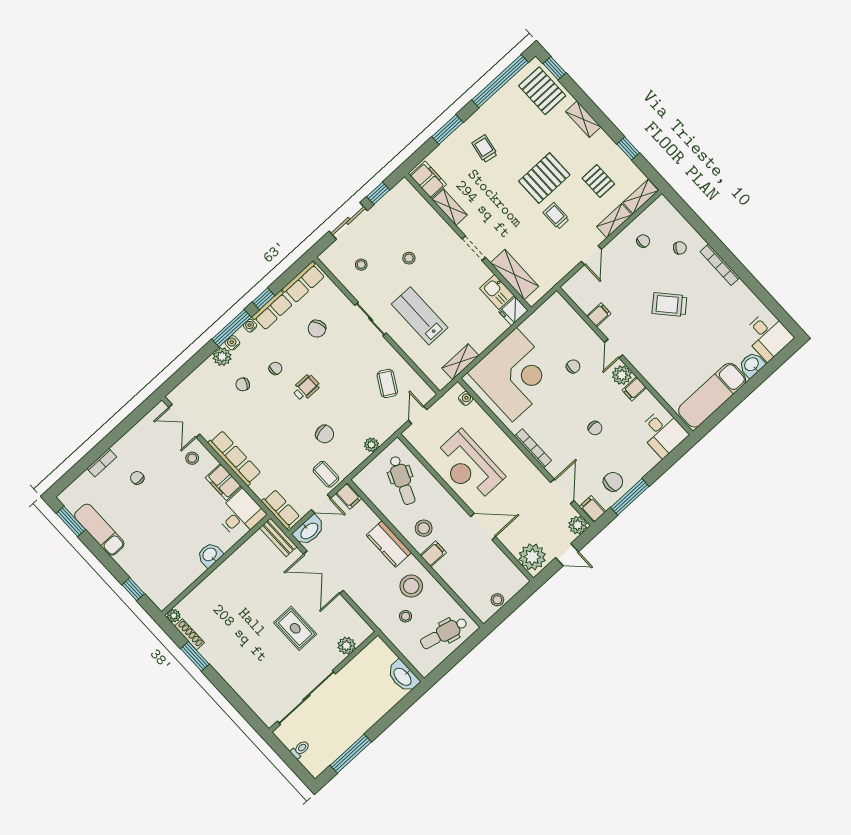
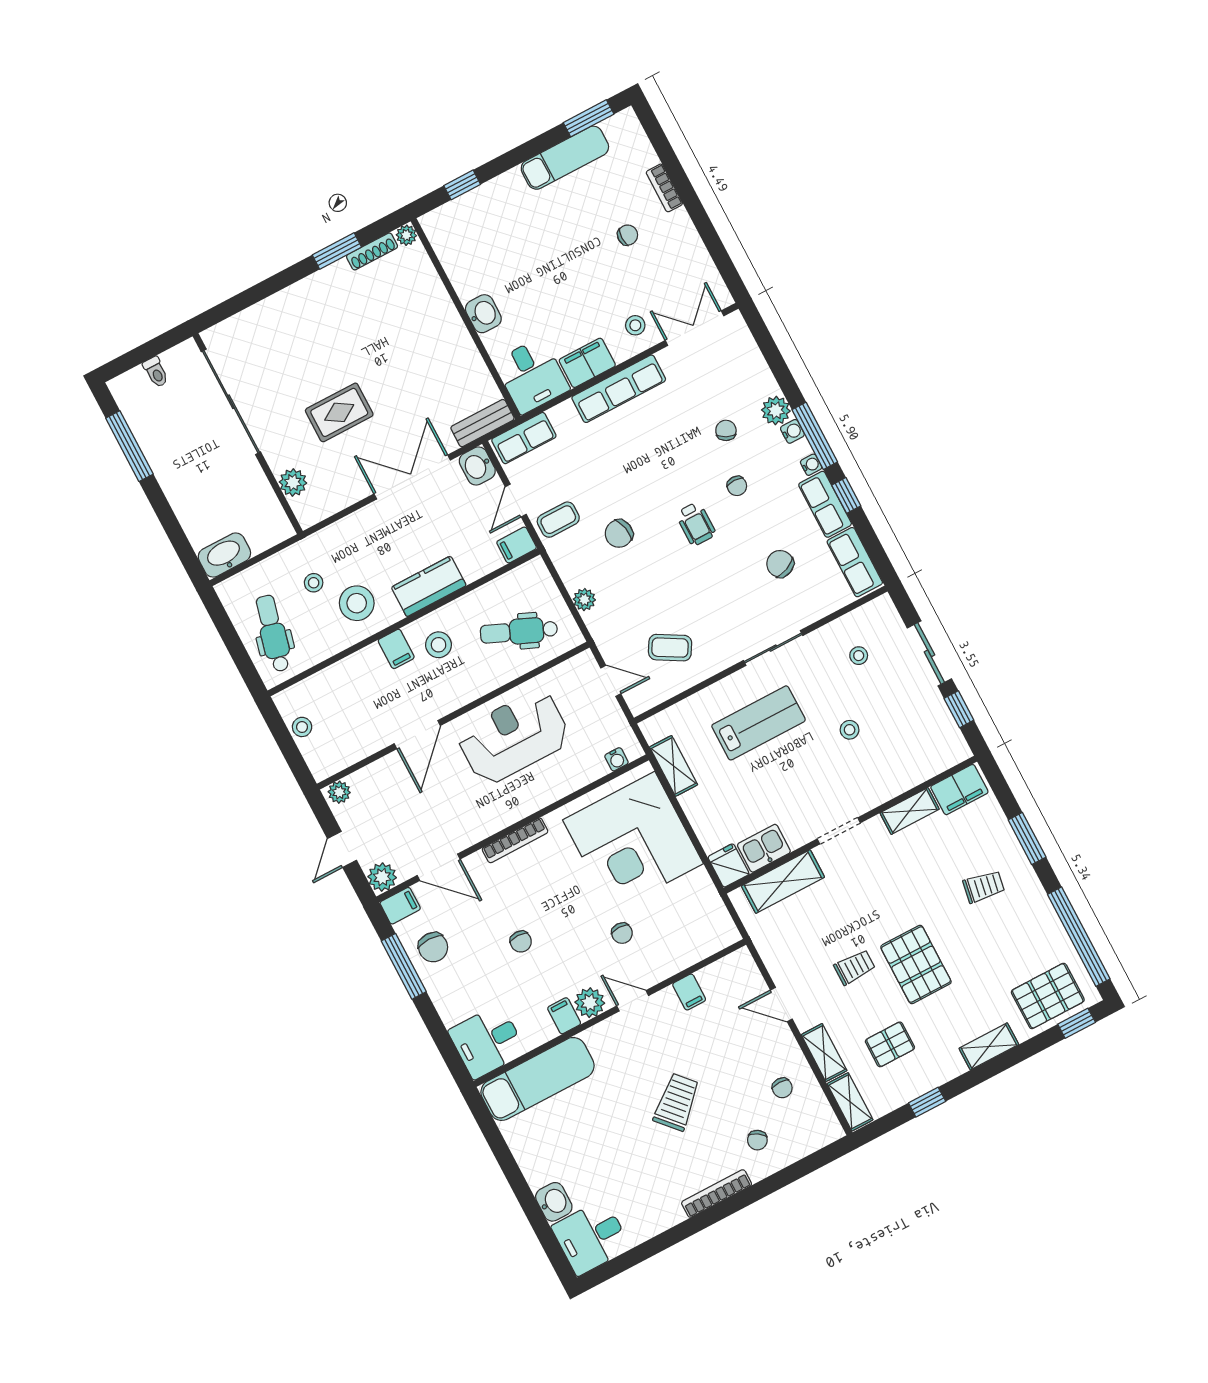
exam couch: (712, 395) -> (538, 1079), moved, turned 90
chair: (595, 428) -> (521, 942), turned -90
washbasin: (309, 531) -> (477, 466), width x0.72
plant: (532, 557) -> (339, 792), width x0.53, depth x0.53

